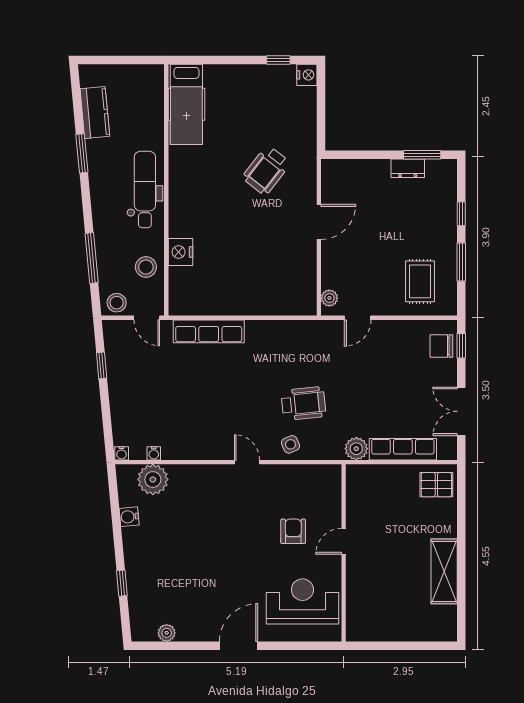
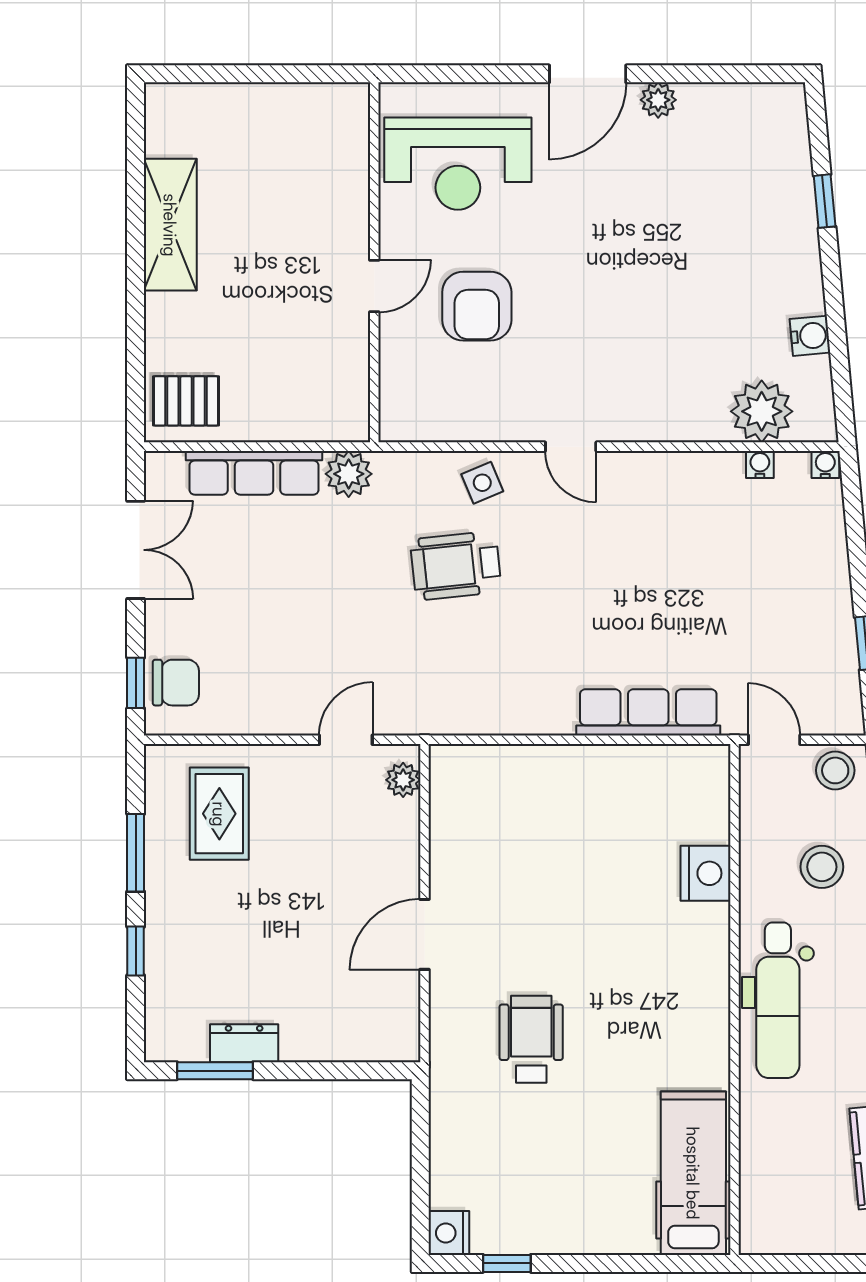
wheelchair: (266, 170) -> (531, 1039), turned -38
stool: (146, 267) -> (822, 867), moved
armchair: (293, 531) -> (477, 306), width x1.38, depth x1.38
plant: (167, 633) -> (658, 100), moved

